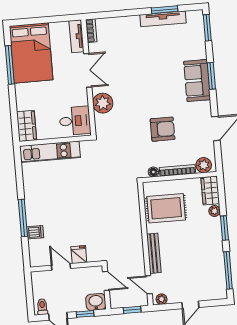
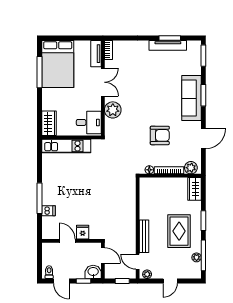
sofa: (197, 80) -> (191, 98), width x1.36
rug: (166, 208) -> (179, 231), moved, turned 90
plant: (215, 211) -> (197, 257), moved

